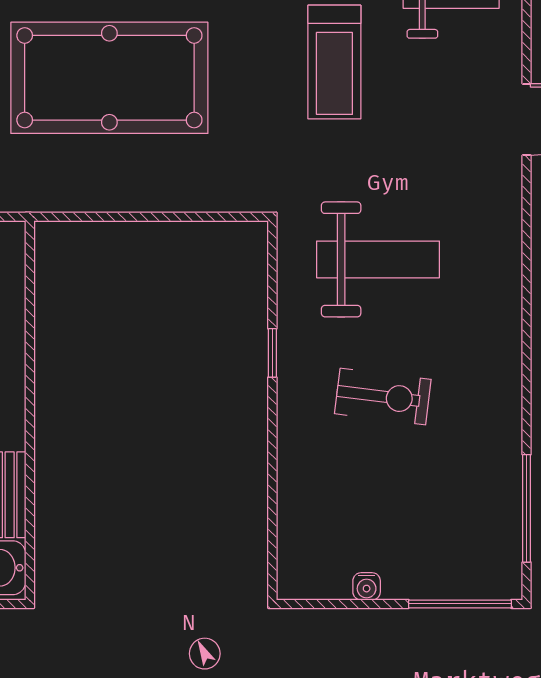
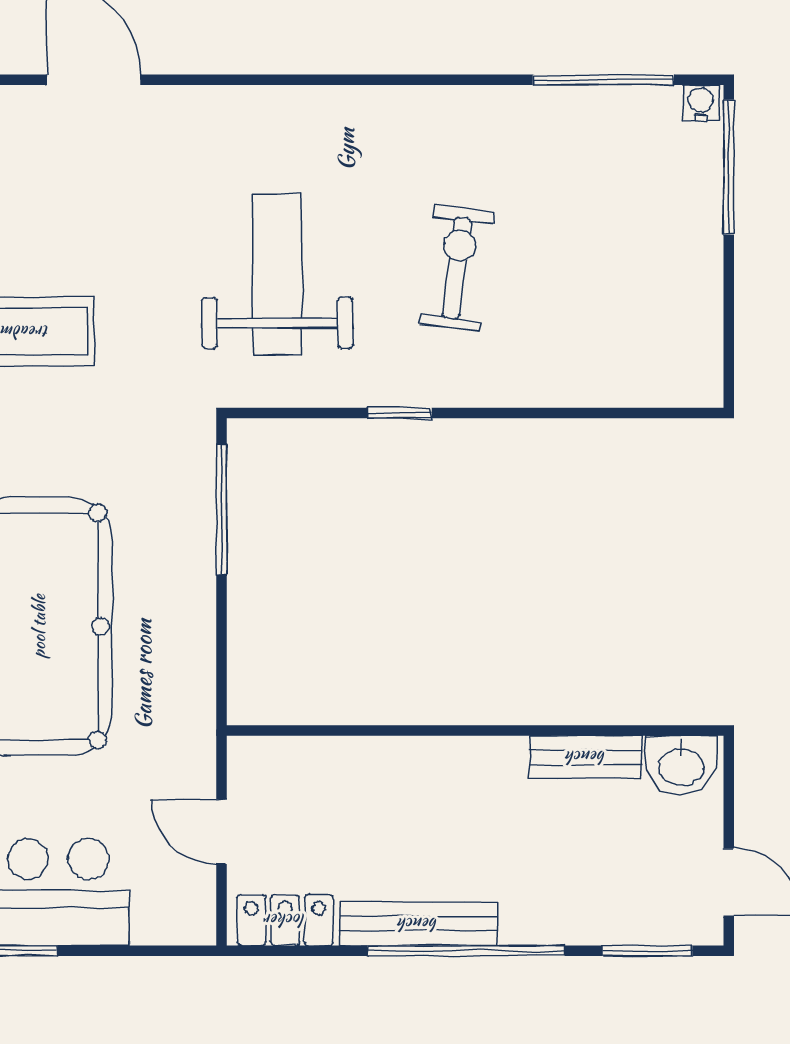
window: (199, 217) -> (221, 510), added
water cooler: (367, 586) -> (701, 103), moved, turned -90

